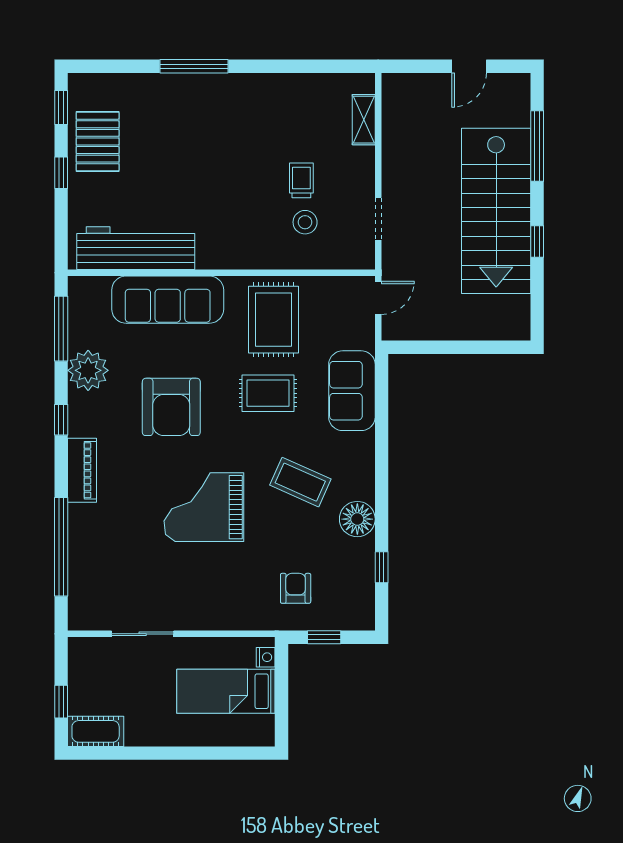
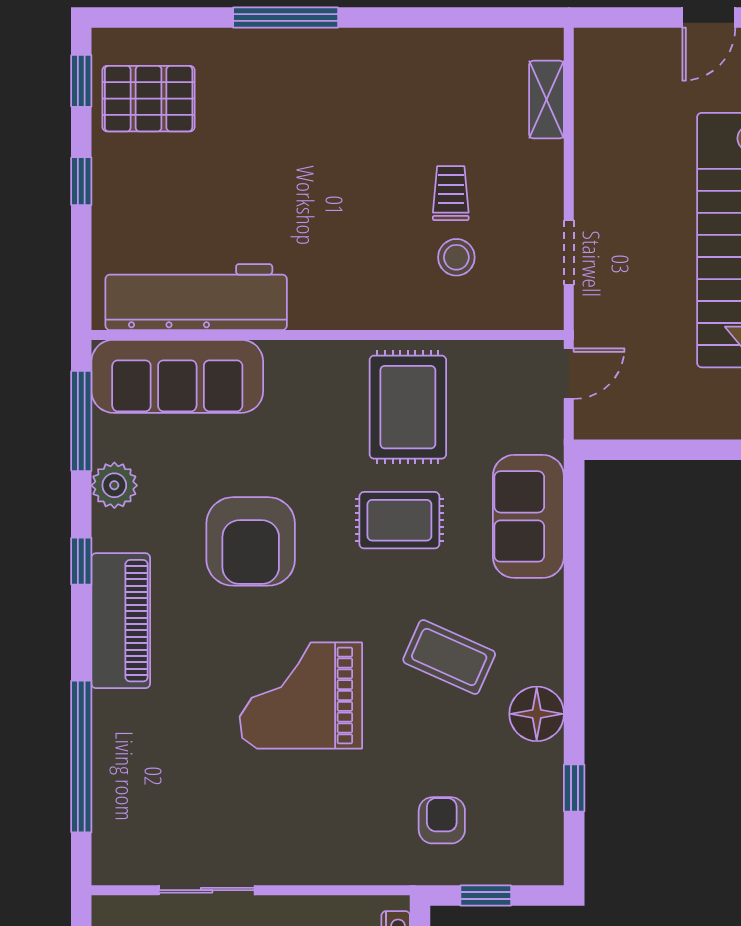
pallet: (98, 141) -> (149, 99), moved, turned 90
sofa: (168, 300) -> (177, 376), moved
plant: (88, 370) -> (114, 485), width x0.73, depth x0.73
piano: (82, 470) -> (121, 621), width x1.37, depth x1.33

